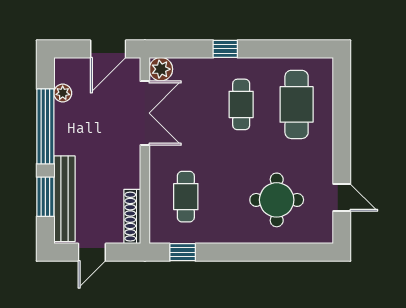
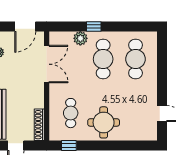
plant: (161, 69) -> (80, 38), moved
cafe table: (241, 104) -> (103, 59), width x1.37, depth x1.35
round table: (277, 200) -> (104, 122), moved

